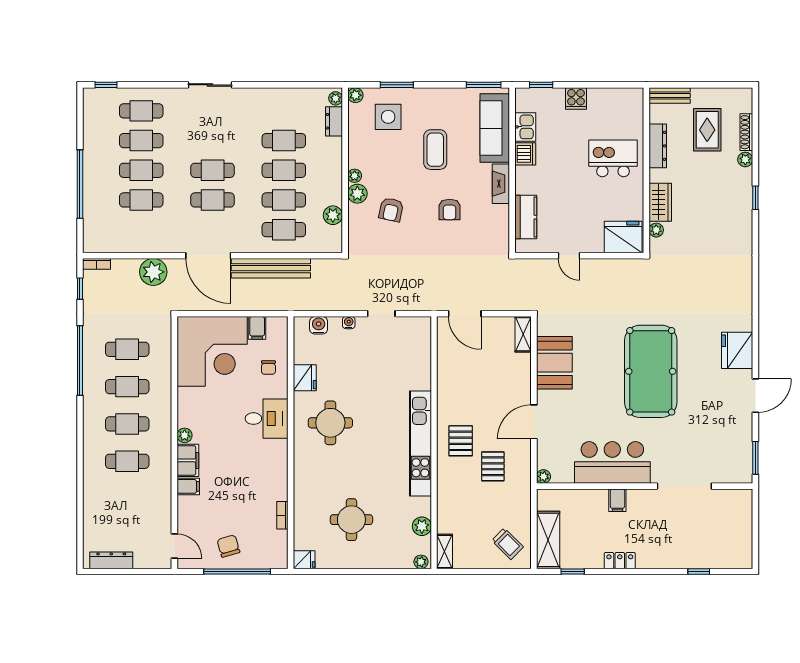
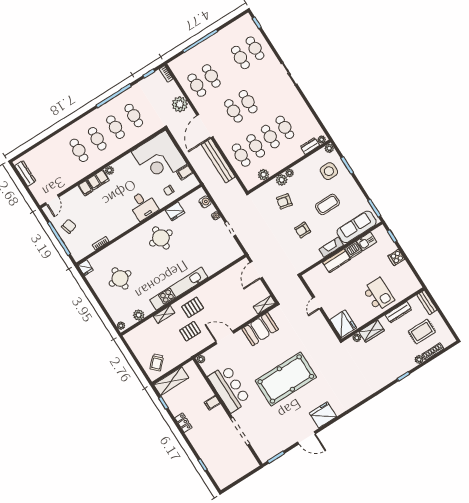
cafe table: (141, 170) -> (197, 85), moved
kitchen counter: (526, 217) -> (337, 261), moved
shelving: (445, 551) -> (164, 314), moved

